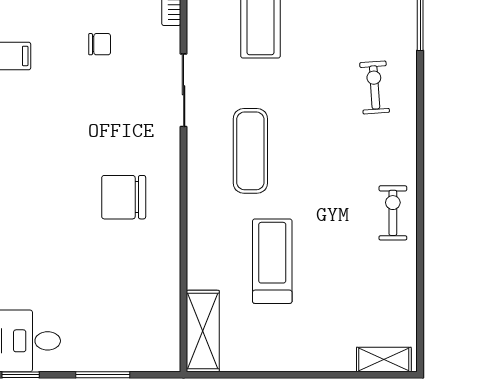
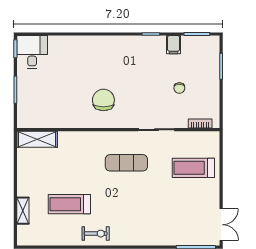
exercise bike: (375, 87) -> (158, 224), removed
treadmill: (272, 261) -> (69, 204), moved, turned 180
shelving: (384, 360) -> (23, 211), moved

